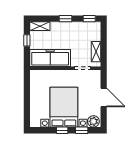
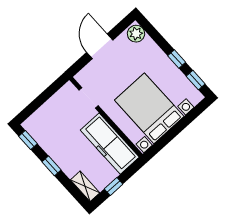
shelving: (96, 52) -> (57, 100), removed
bed with nightstands: (64, 107) -> (149, 108), moved, turned 90
window: (82, 130) -> (196, 80), moved

